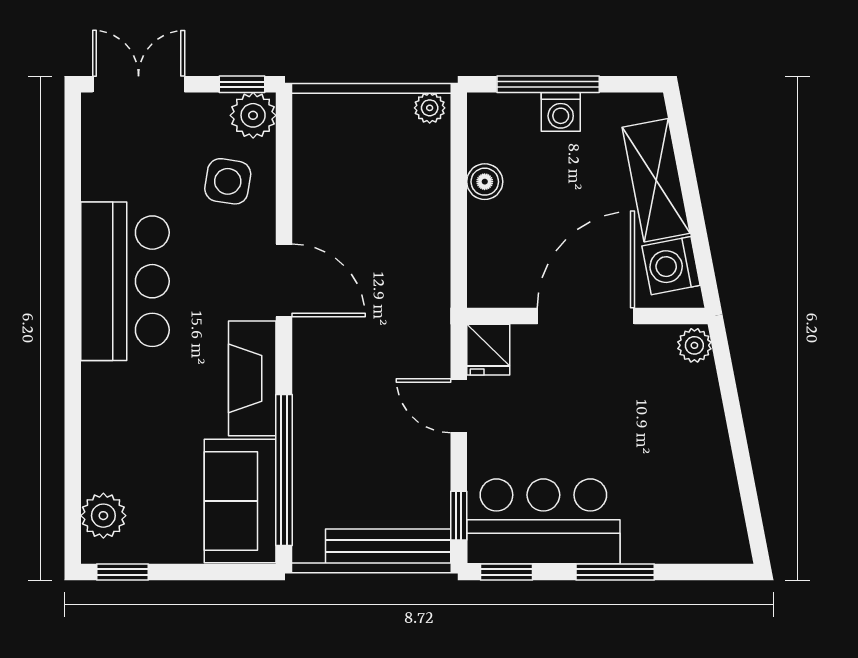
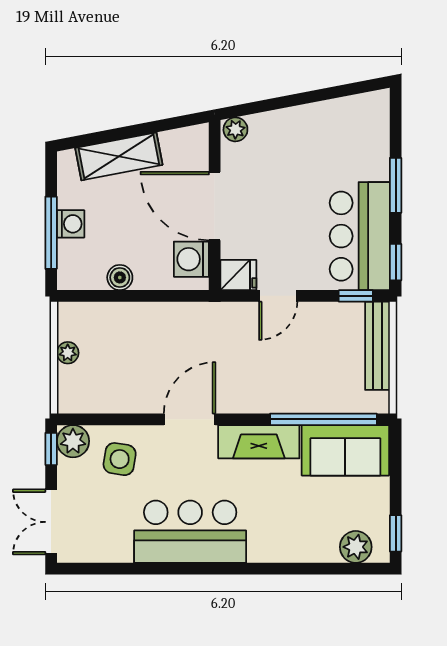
plant: (430, 108) -> (68, 353), moved
washing machine: (671, 266) -> (191, 259), moved, turned 101

